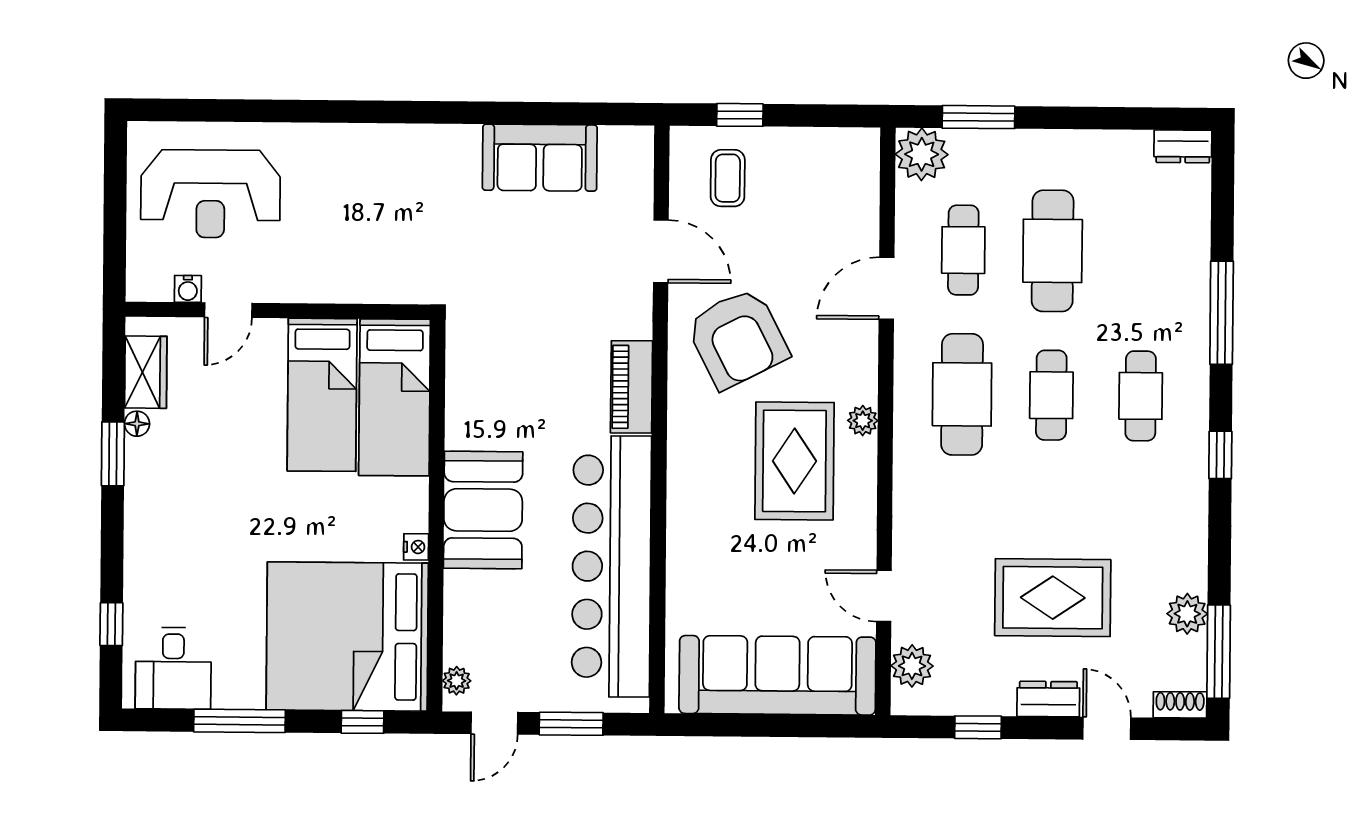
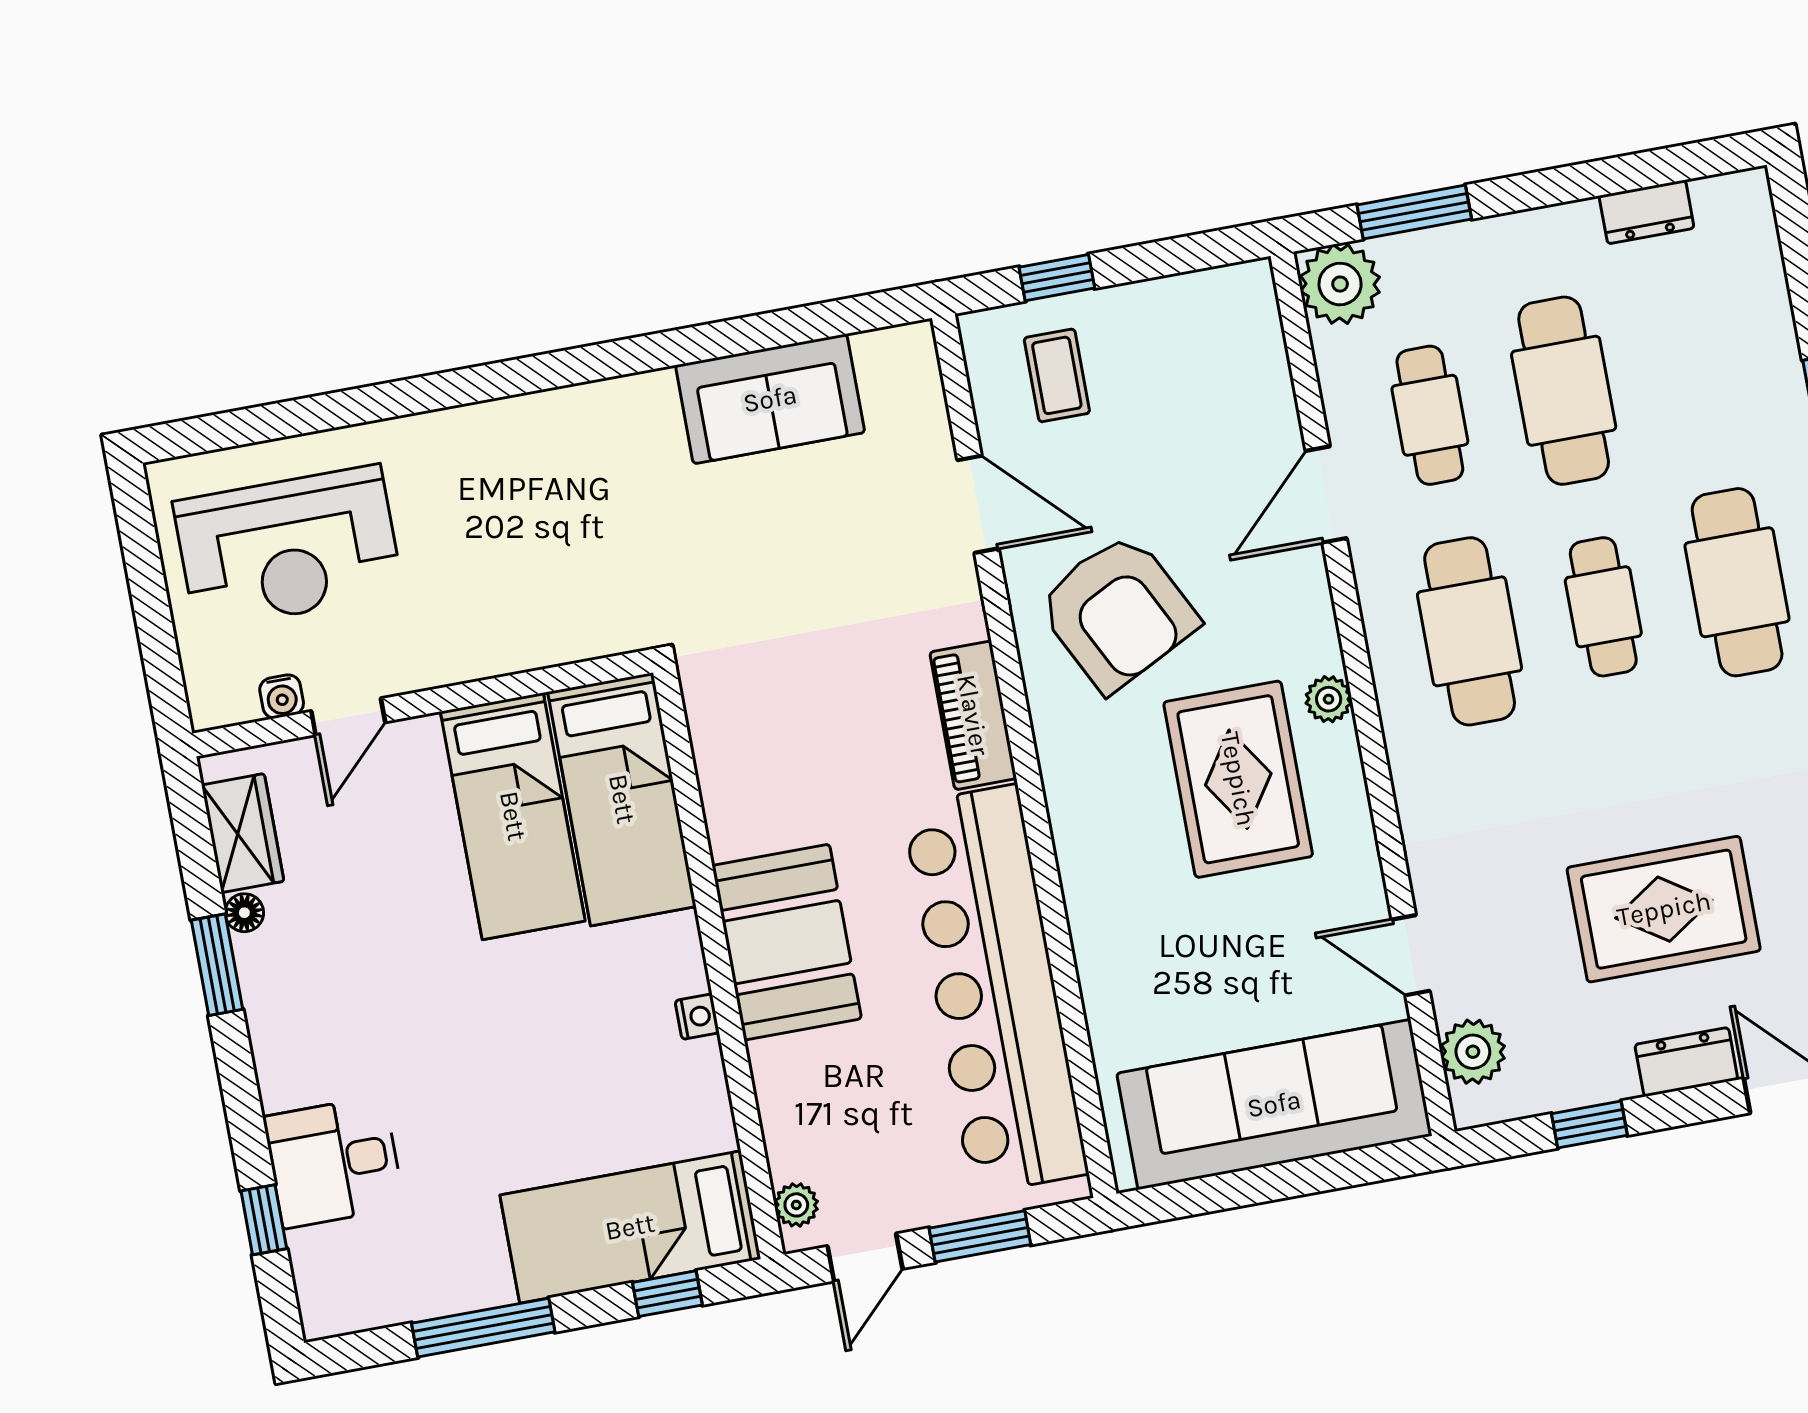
dresser: (1183, 146) -> (1647, 212), moved
cafe table: (1141, 396) -> (1737, 582), width x1.37, depth x1.35
bed: (347, 636) -> (630, 1227), width x0.49
desk: (173, 668) -> (334, 1162), moved, turned 90

